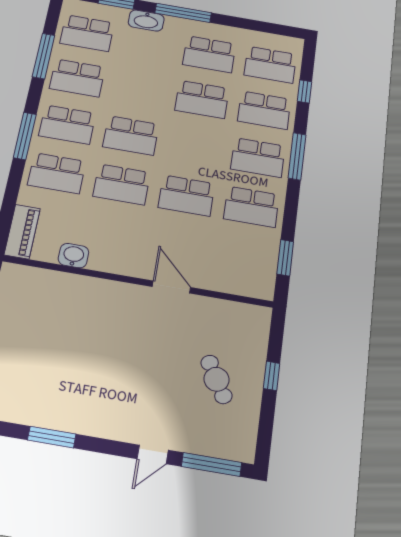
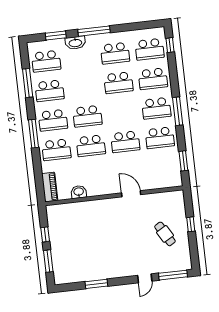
window: (305, 91) -> (170, 45), moved
window: (297, 156) -> (178, 111), moved

